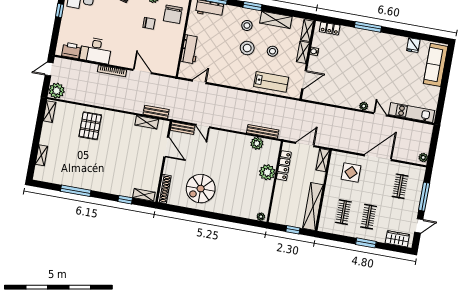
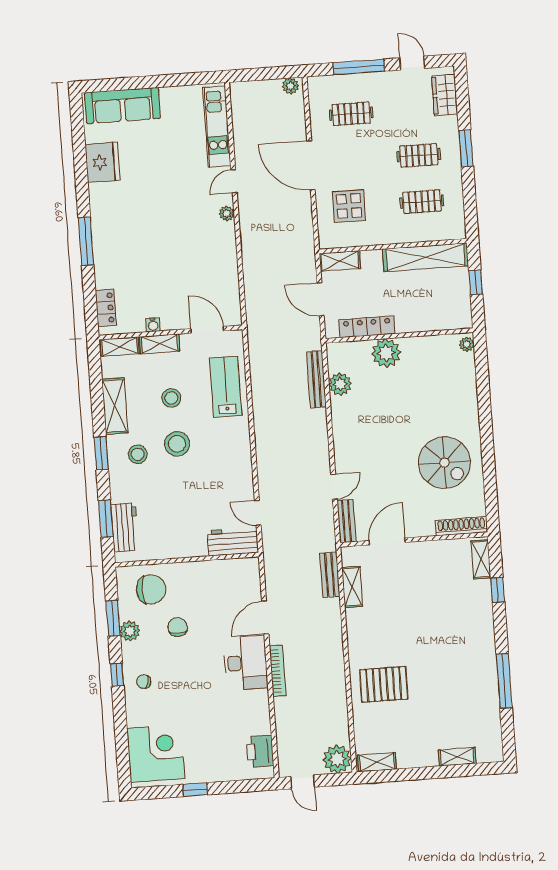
fridge: (413, 45) -> (102, 162), width x1.88, depth x1.34
workbench: (190, 49) -> (233, 542), moved
desk: (96, 50) -> (246, 663), moved

